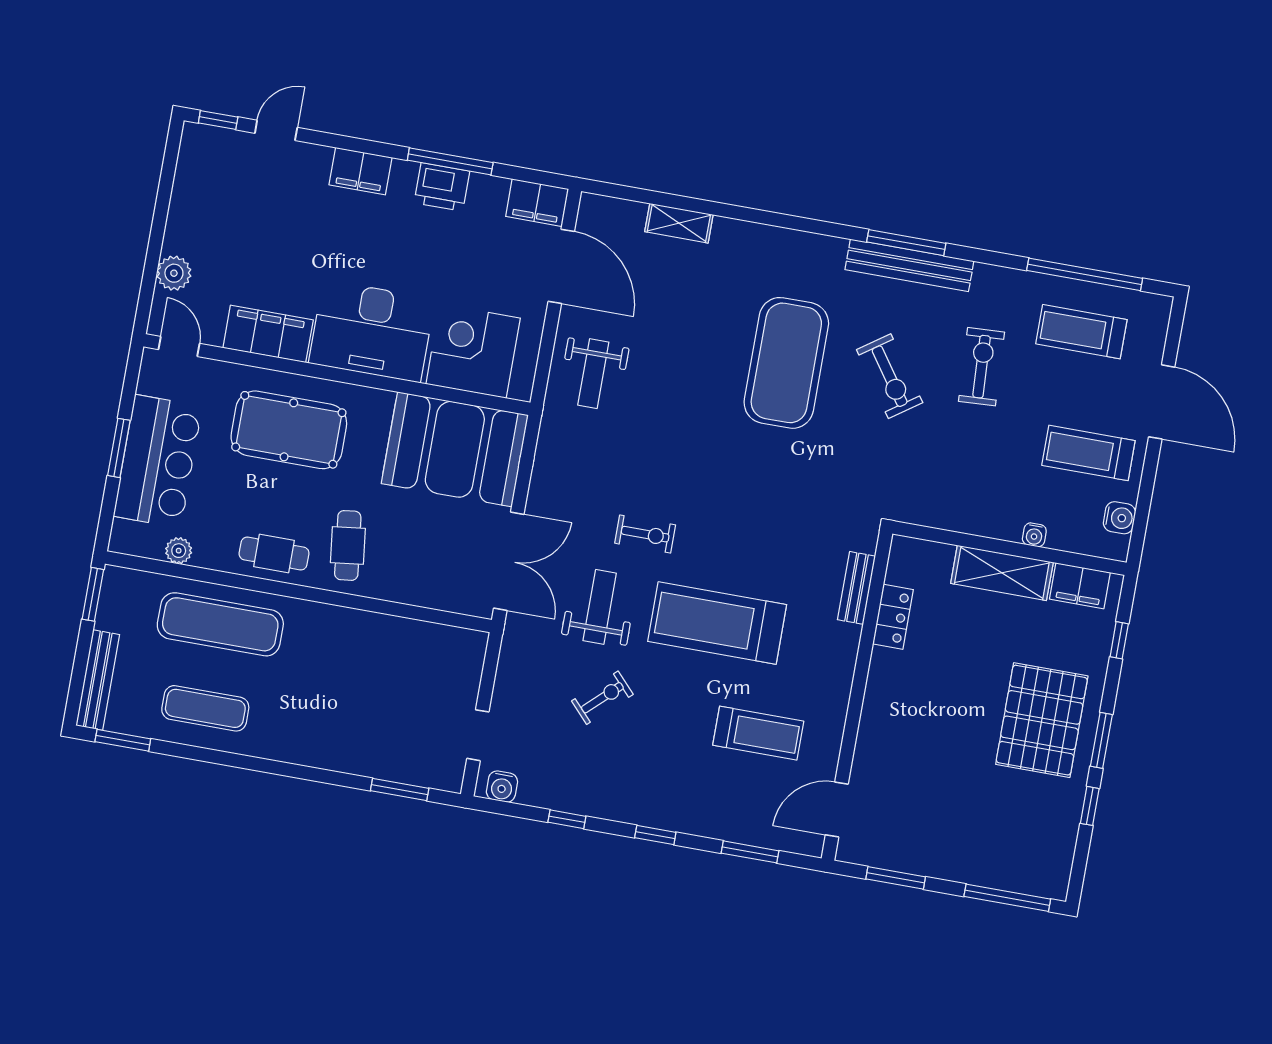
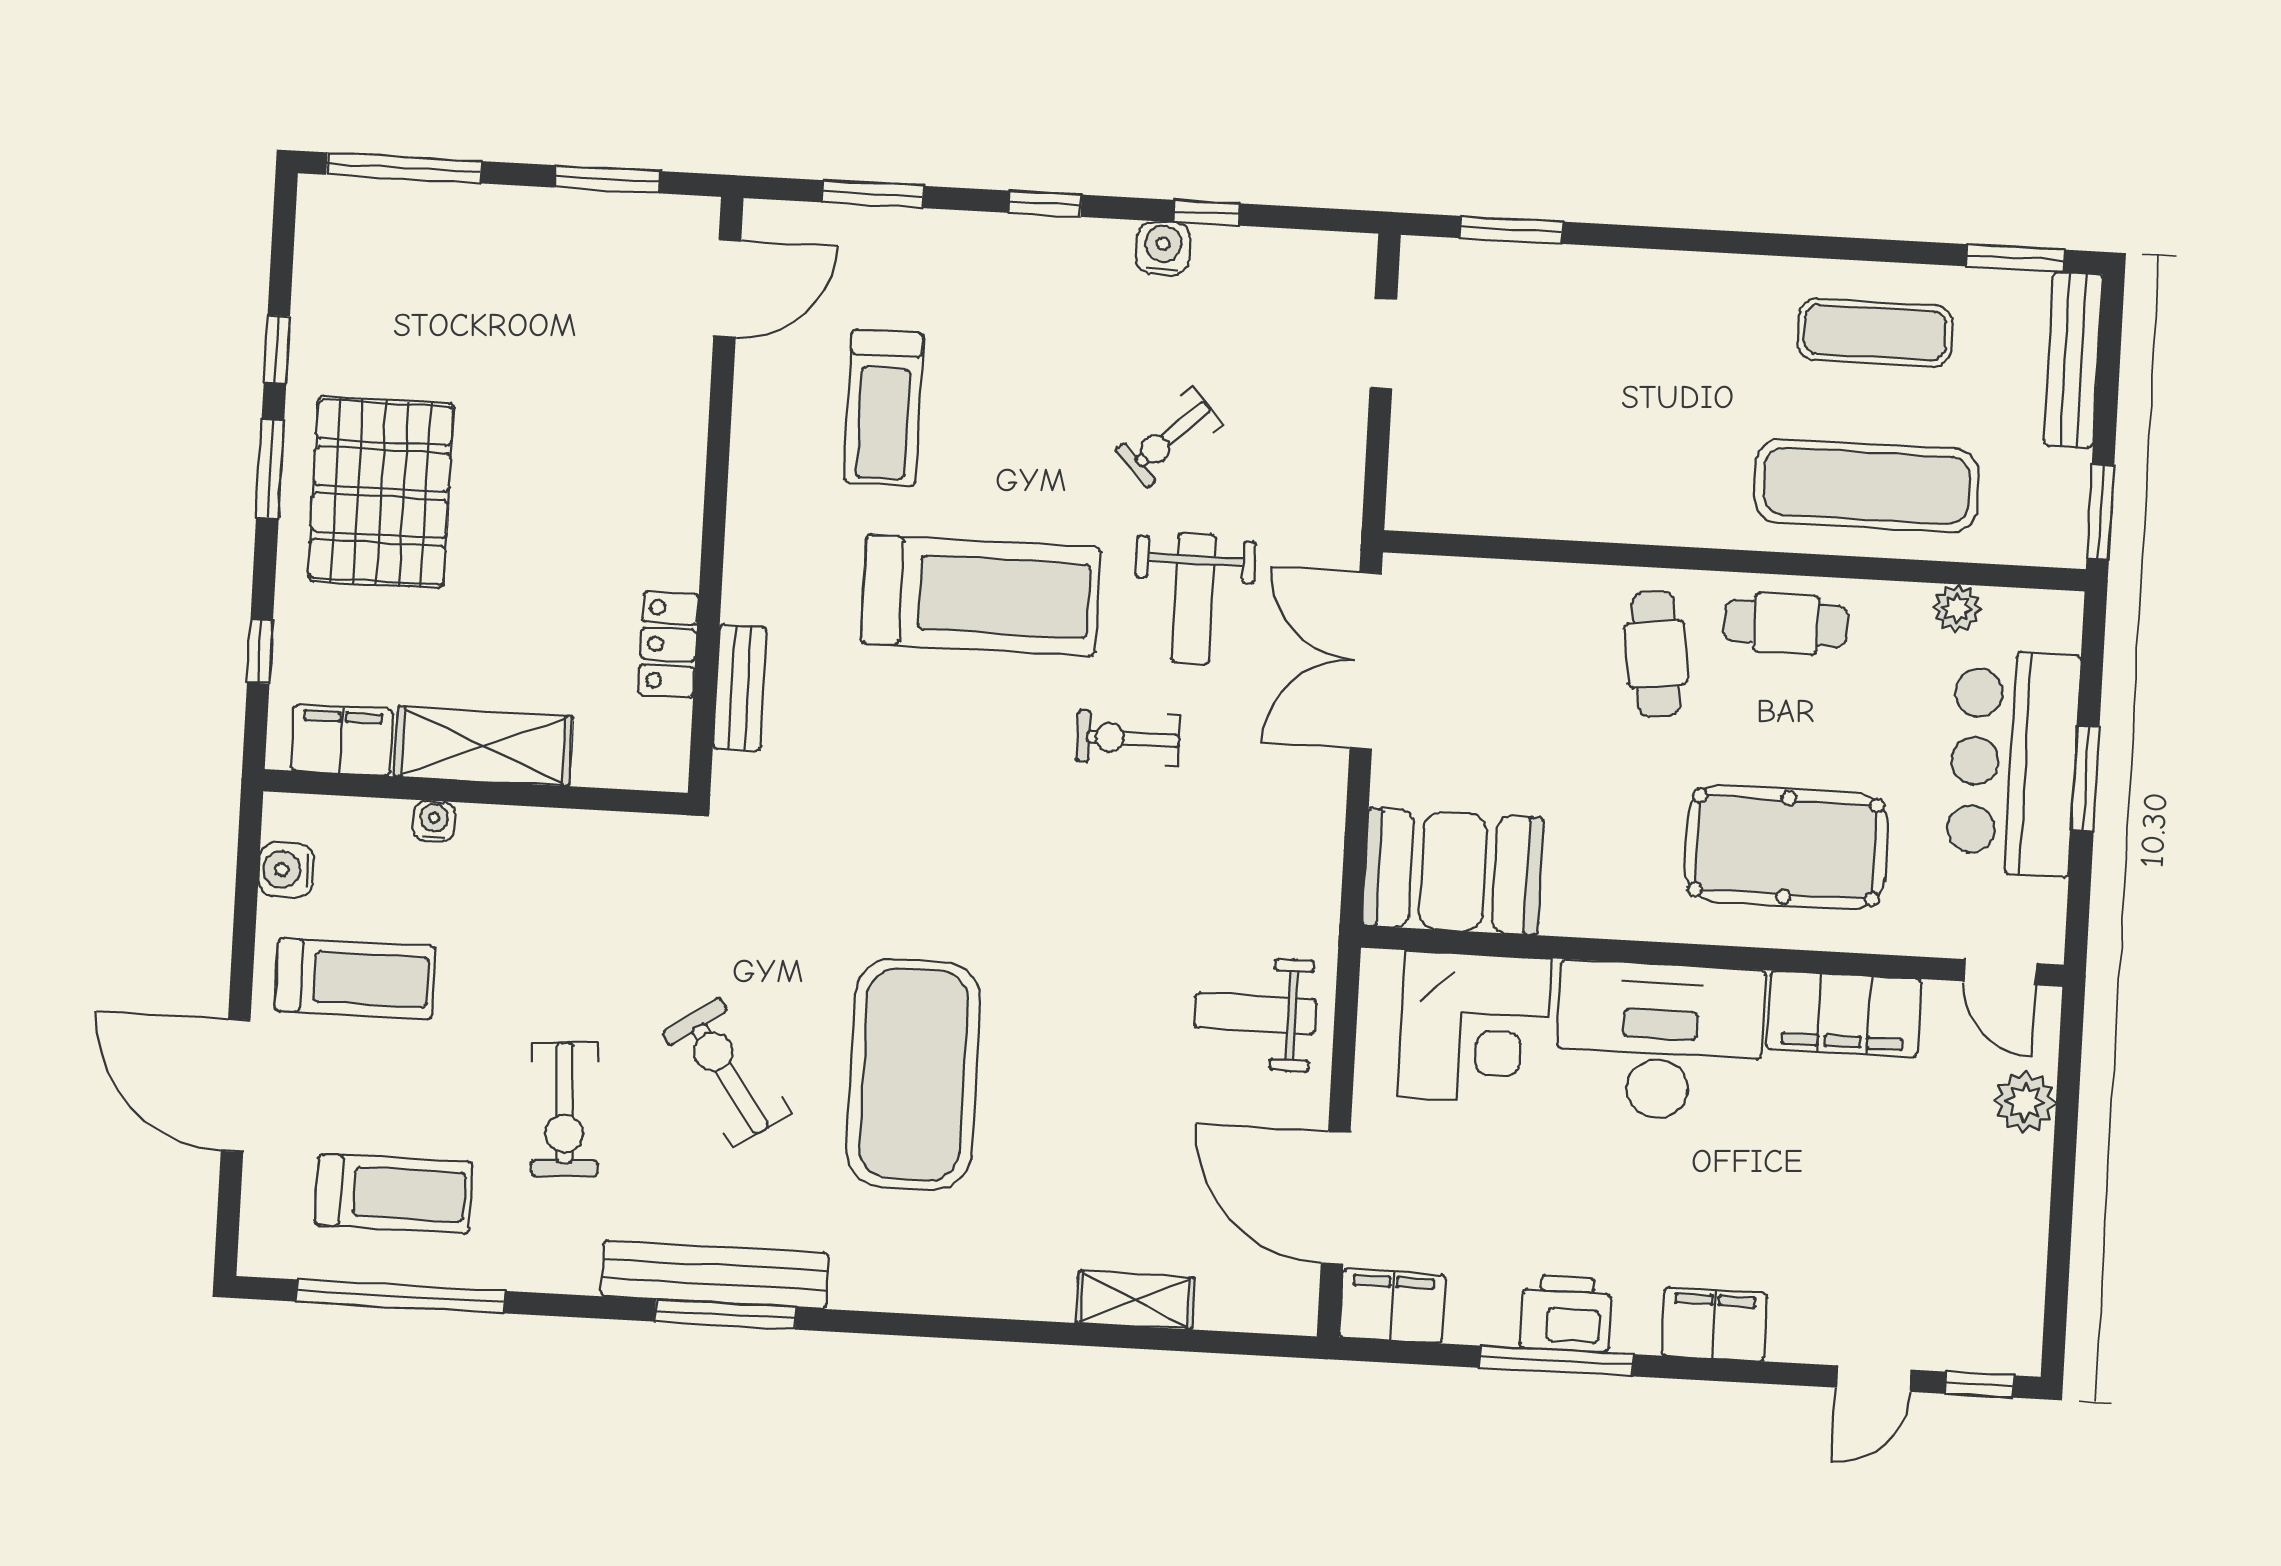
weight bench: (593, 374) -> (1255, 1013), turned -90
booth: (455, 449) -> (1453, 872), width x0.73, depth x0.70
treadmill: (758, 733) -> (884, 408), turned -90
water cooler: (502, 787) -> (1163, 248), moved

